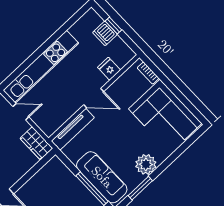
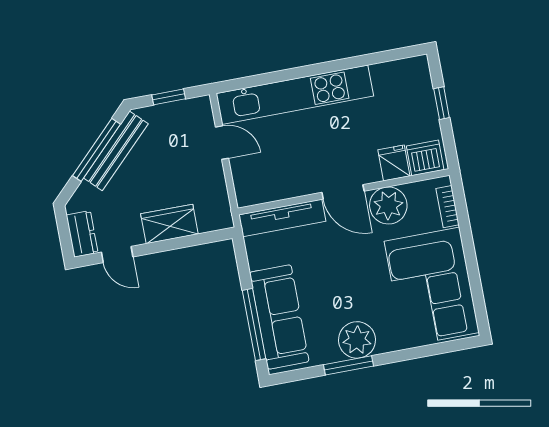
dishwasher: (105, 33) -> (425, 158), moved, turned 90
plant: (119, 91) -> (388, 205), added
wardrobe: (36, 143) -> (169, 224), moved, turned 90
window: (140, 188) -> (349, 365), moved

